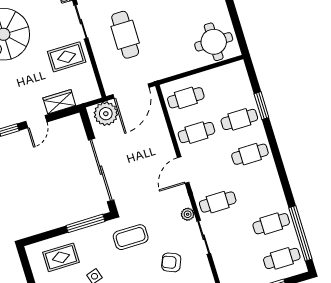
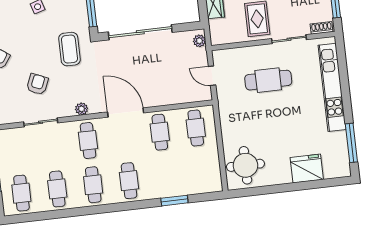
door: (131, 91) -> (212, 76), width x0.53
plant: (106, 114) -> (199, 41), width x0.53, depth x0.53
cafe table: (239, 119) -> (93, 185), moved
door: (183, 170) -> (126, 112), width x1.36
window: (300, 233) -> (43, 216), removed
sliding door: (204, 237) -> (41, 122), moved

